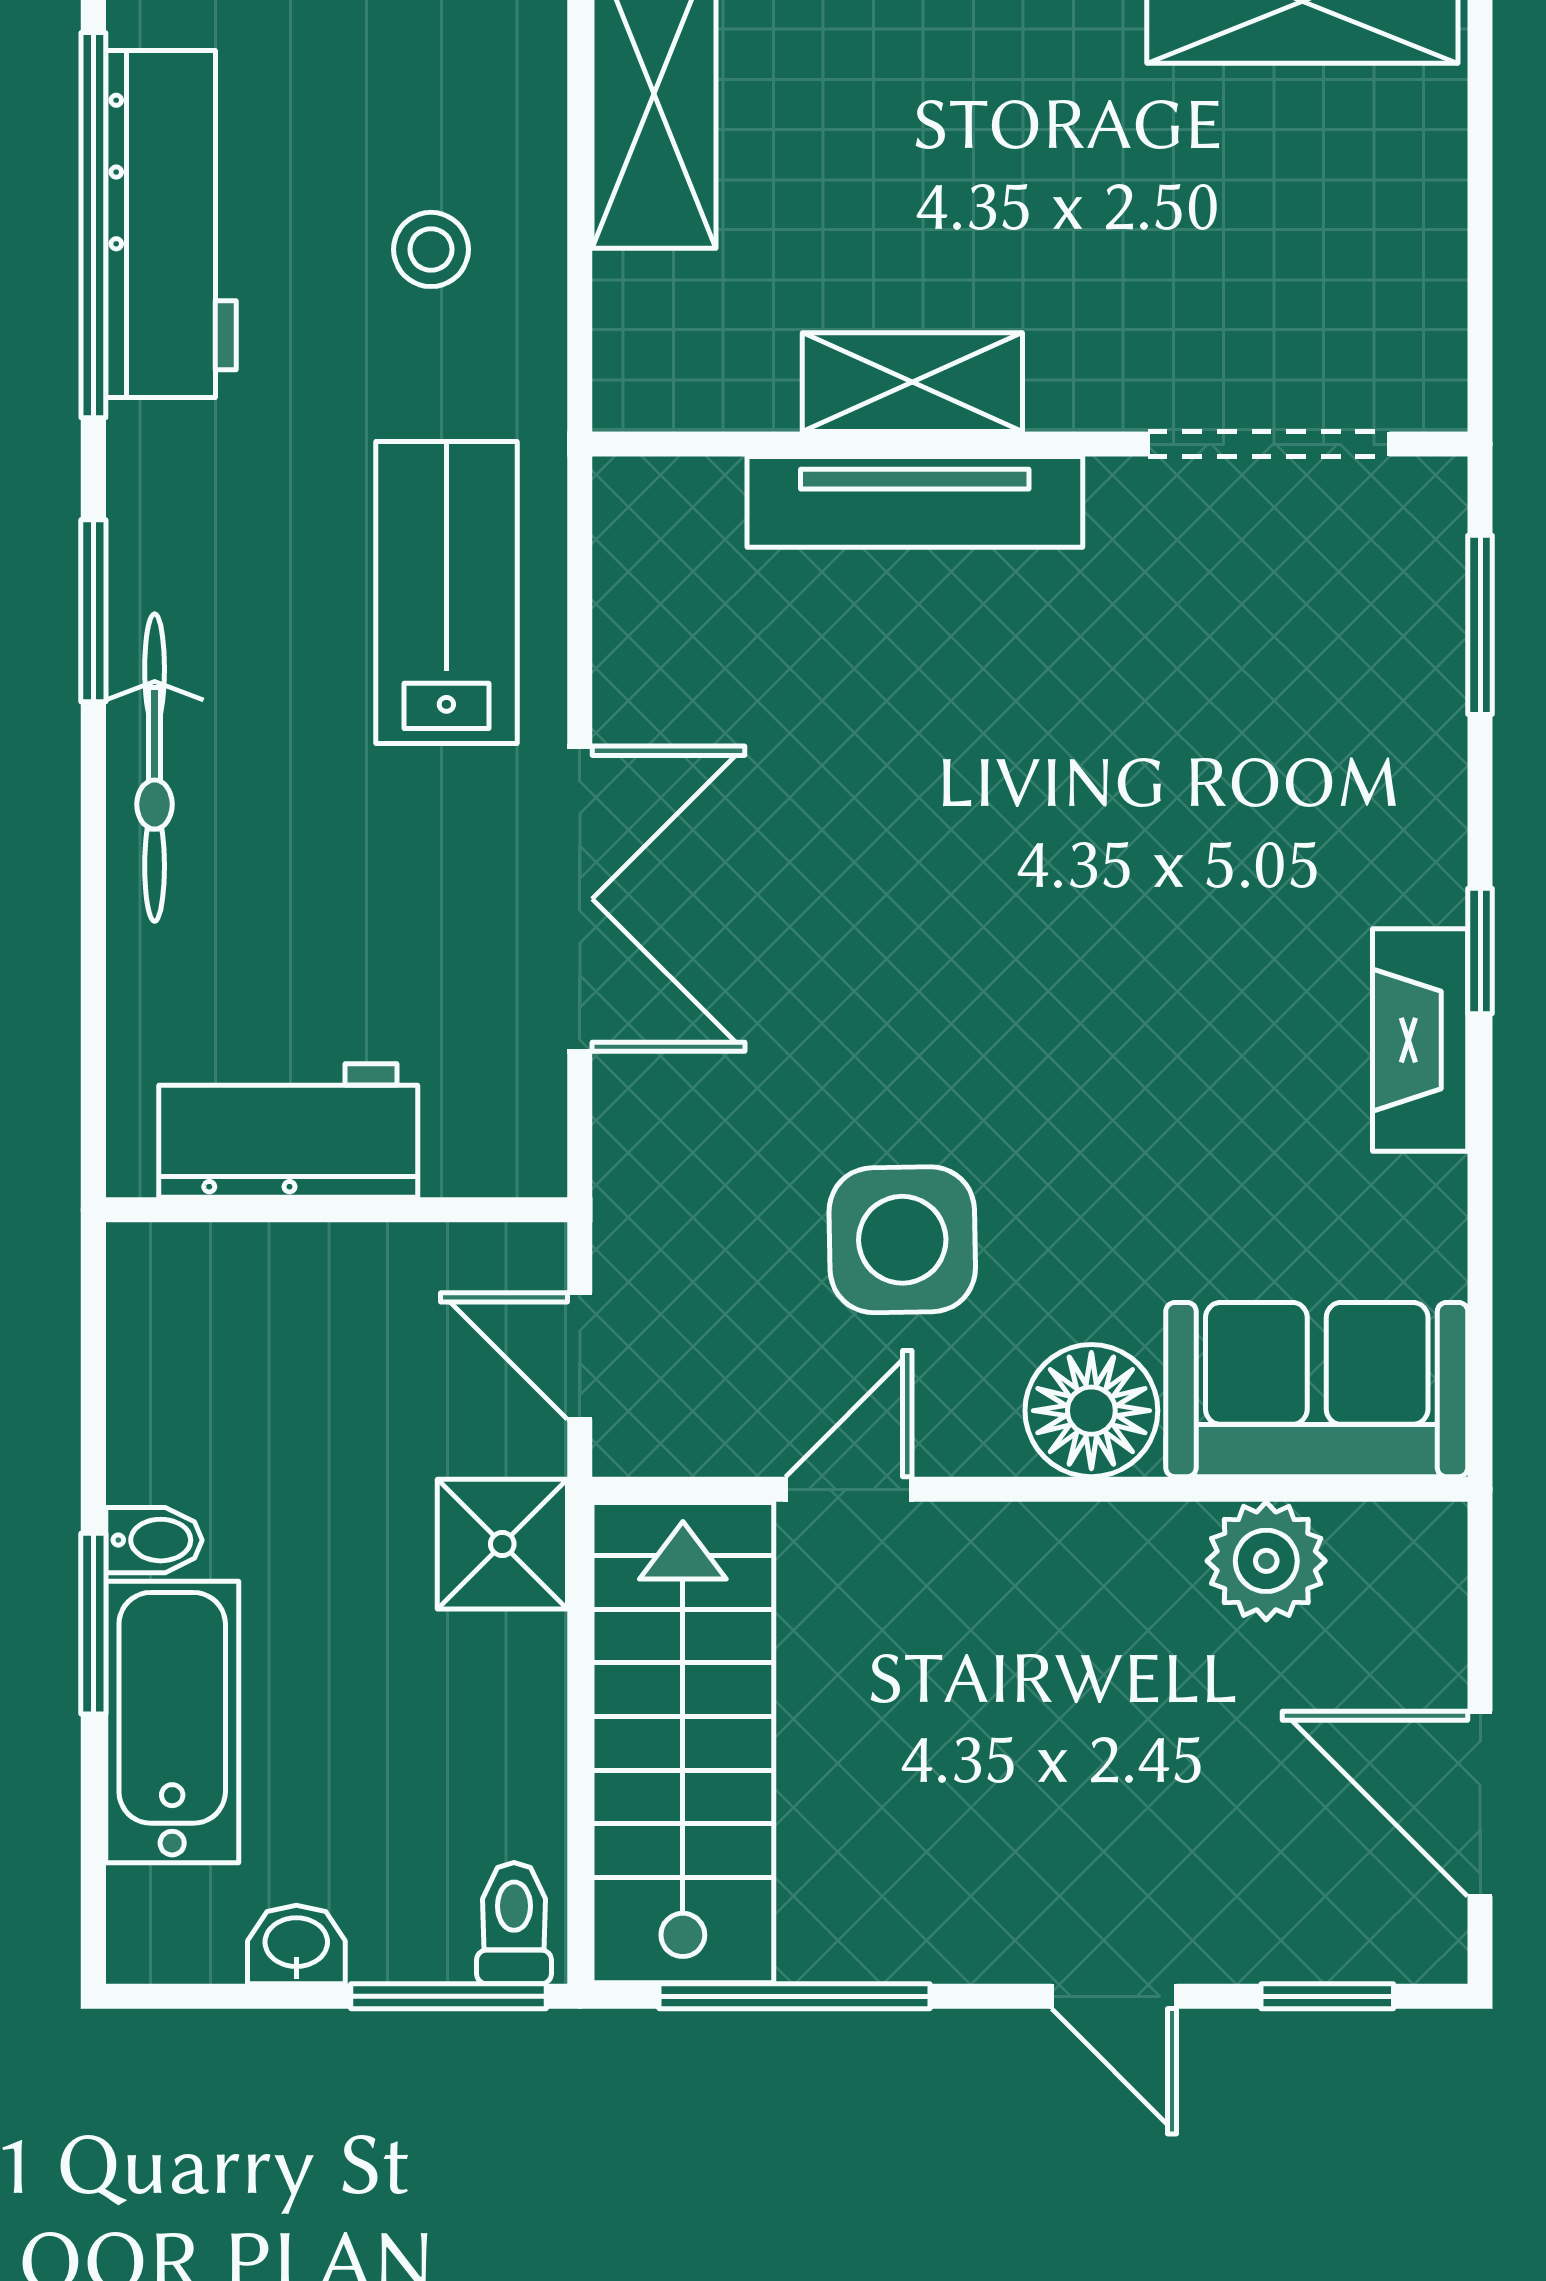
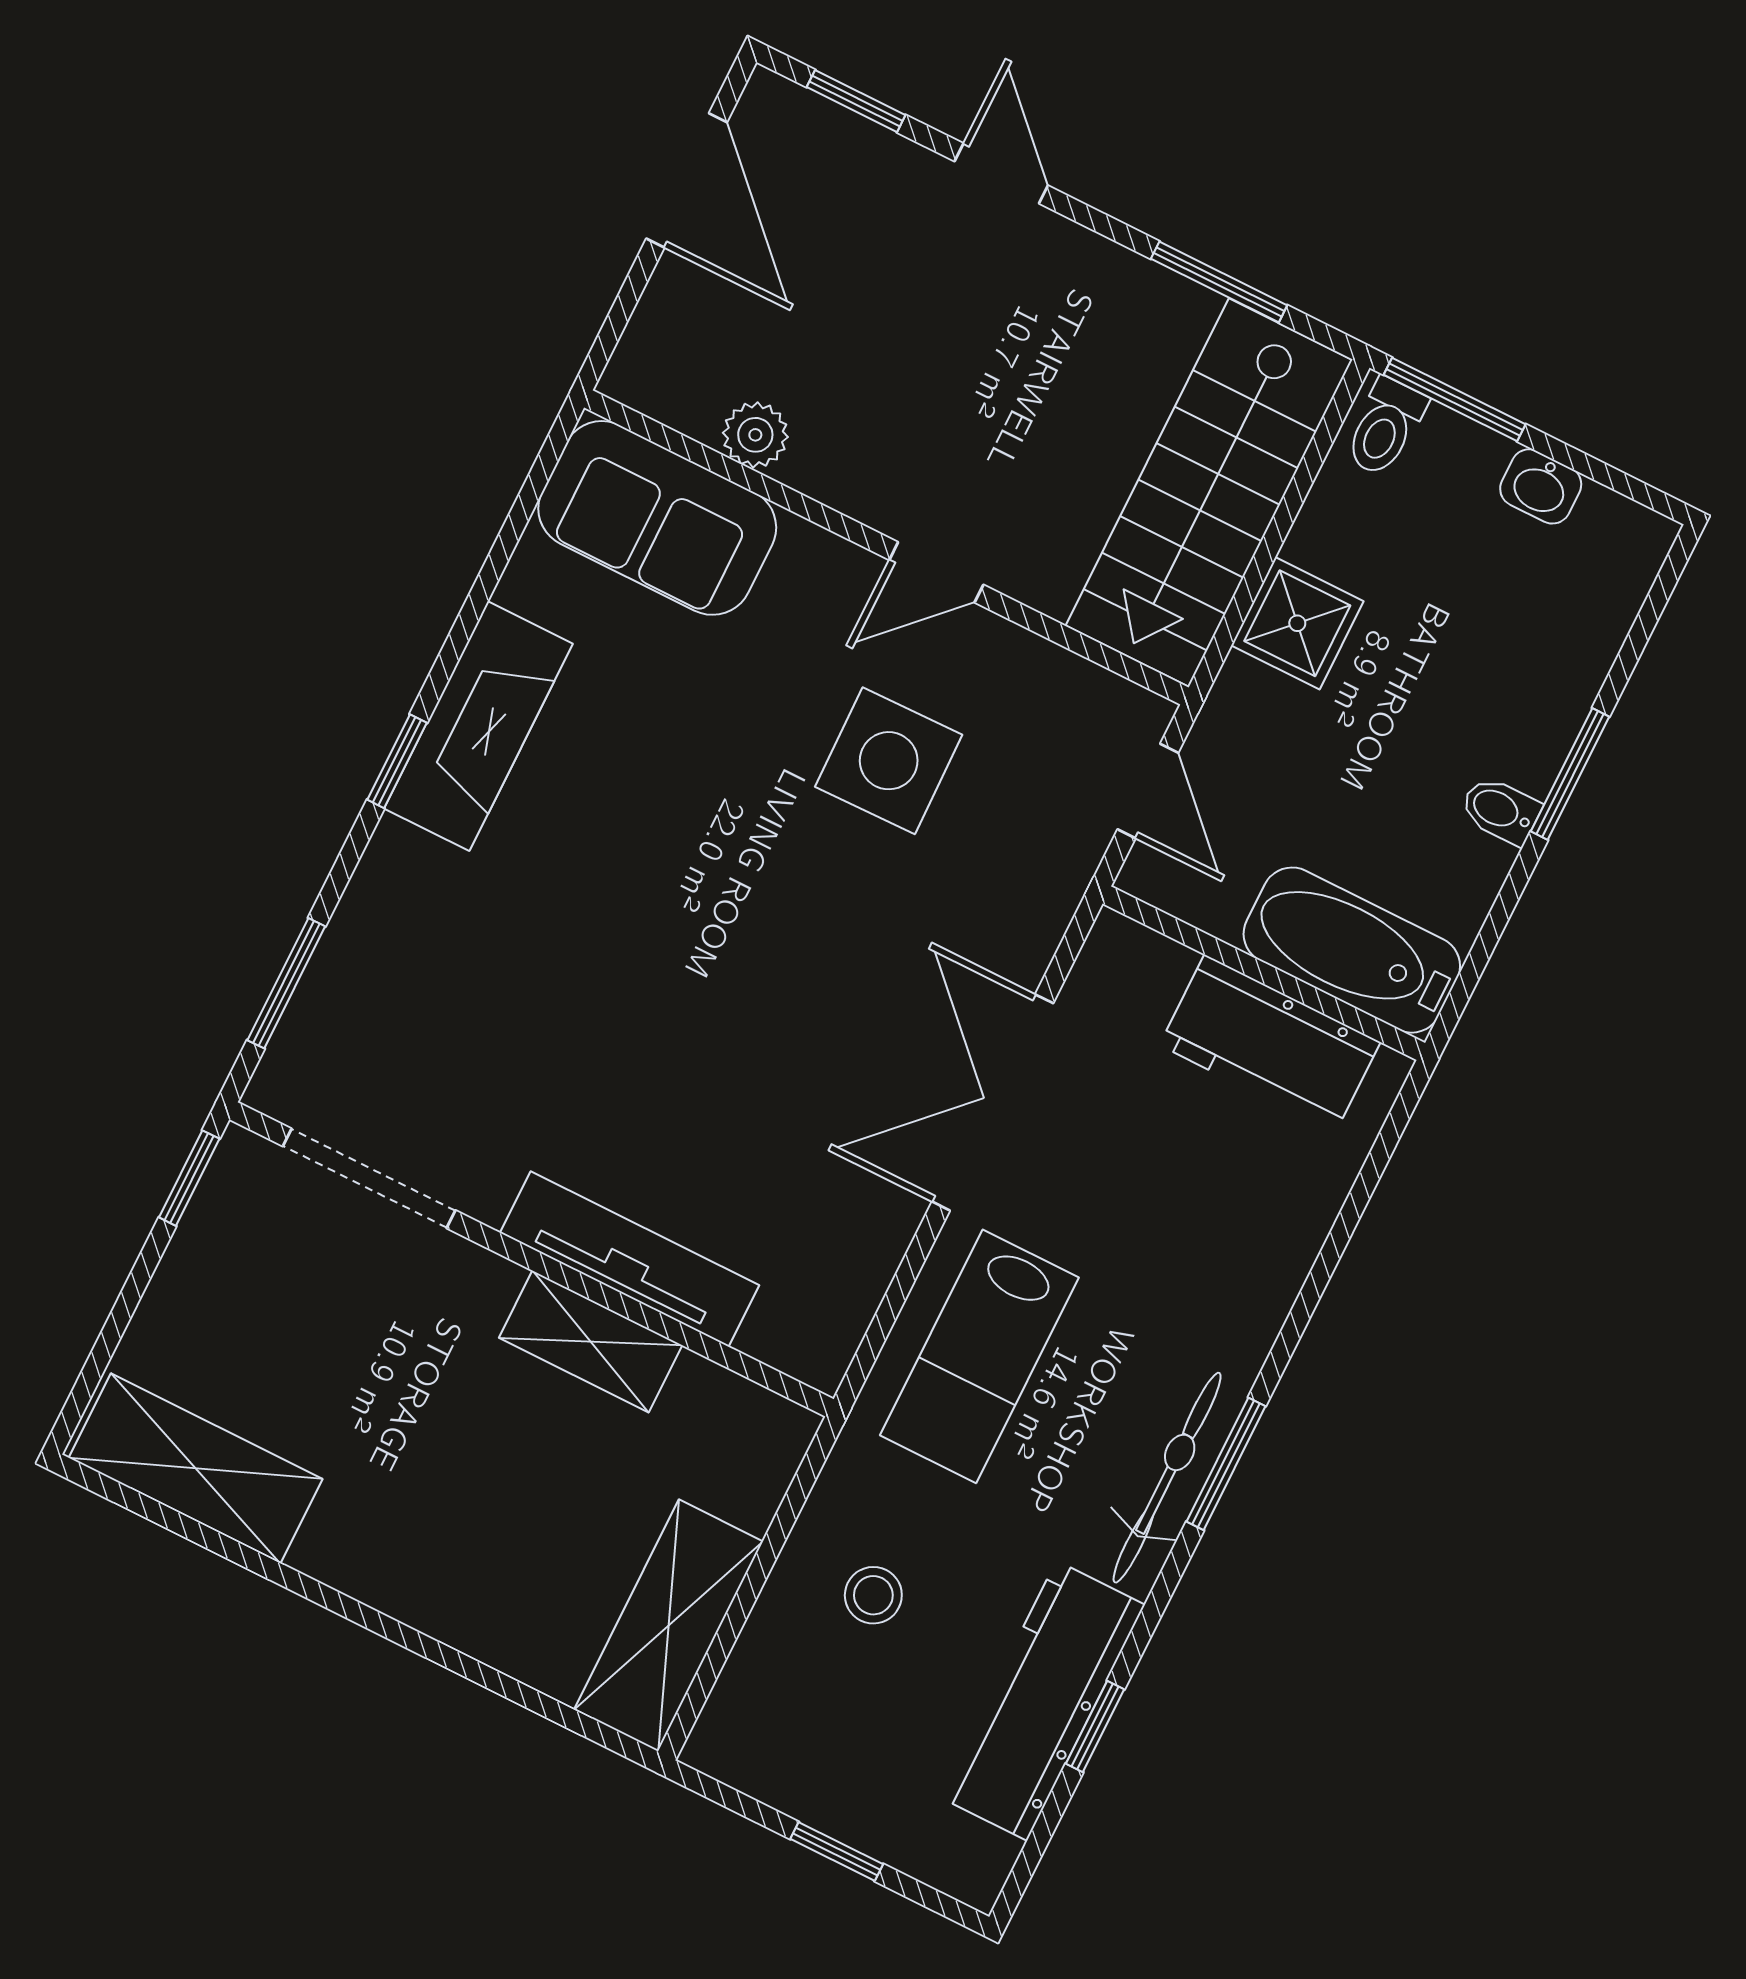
window: (93, 225) -> (1095, 1727), width x0.32
window: (1480, 339) -> (189, 1178), added
bicycle: (155, 768) -> (1167, 1478), moved
fireplace: (1420, 1040) -> (478, 726), width x1.37, depth x1.32
floor lamp: (1091, 1411) -> (818, 580), removed
door: (849, 1489) -> (936, 572), moved
shower: (502, 1544) -> (1297, 623), moved
plant: (1266, 1561) -> (755, 435), width x0.73, depth x0.73
bathtub: (172, 1722) -> (1352, 950), moved, turned 90
window: (794, 1996) -> (1219, 282), width x0.69

